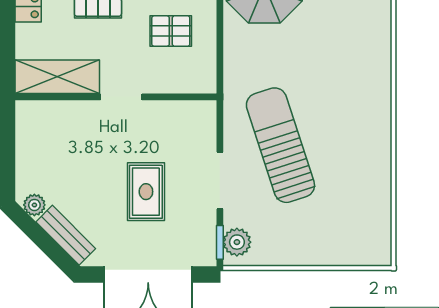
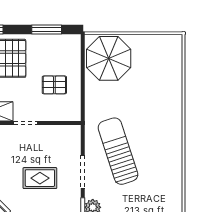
rug: (146, 192) -> (40, 178), turned 90

